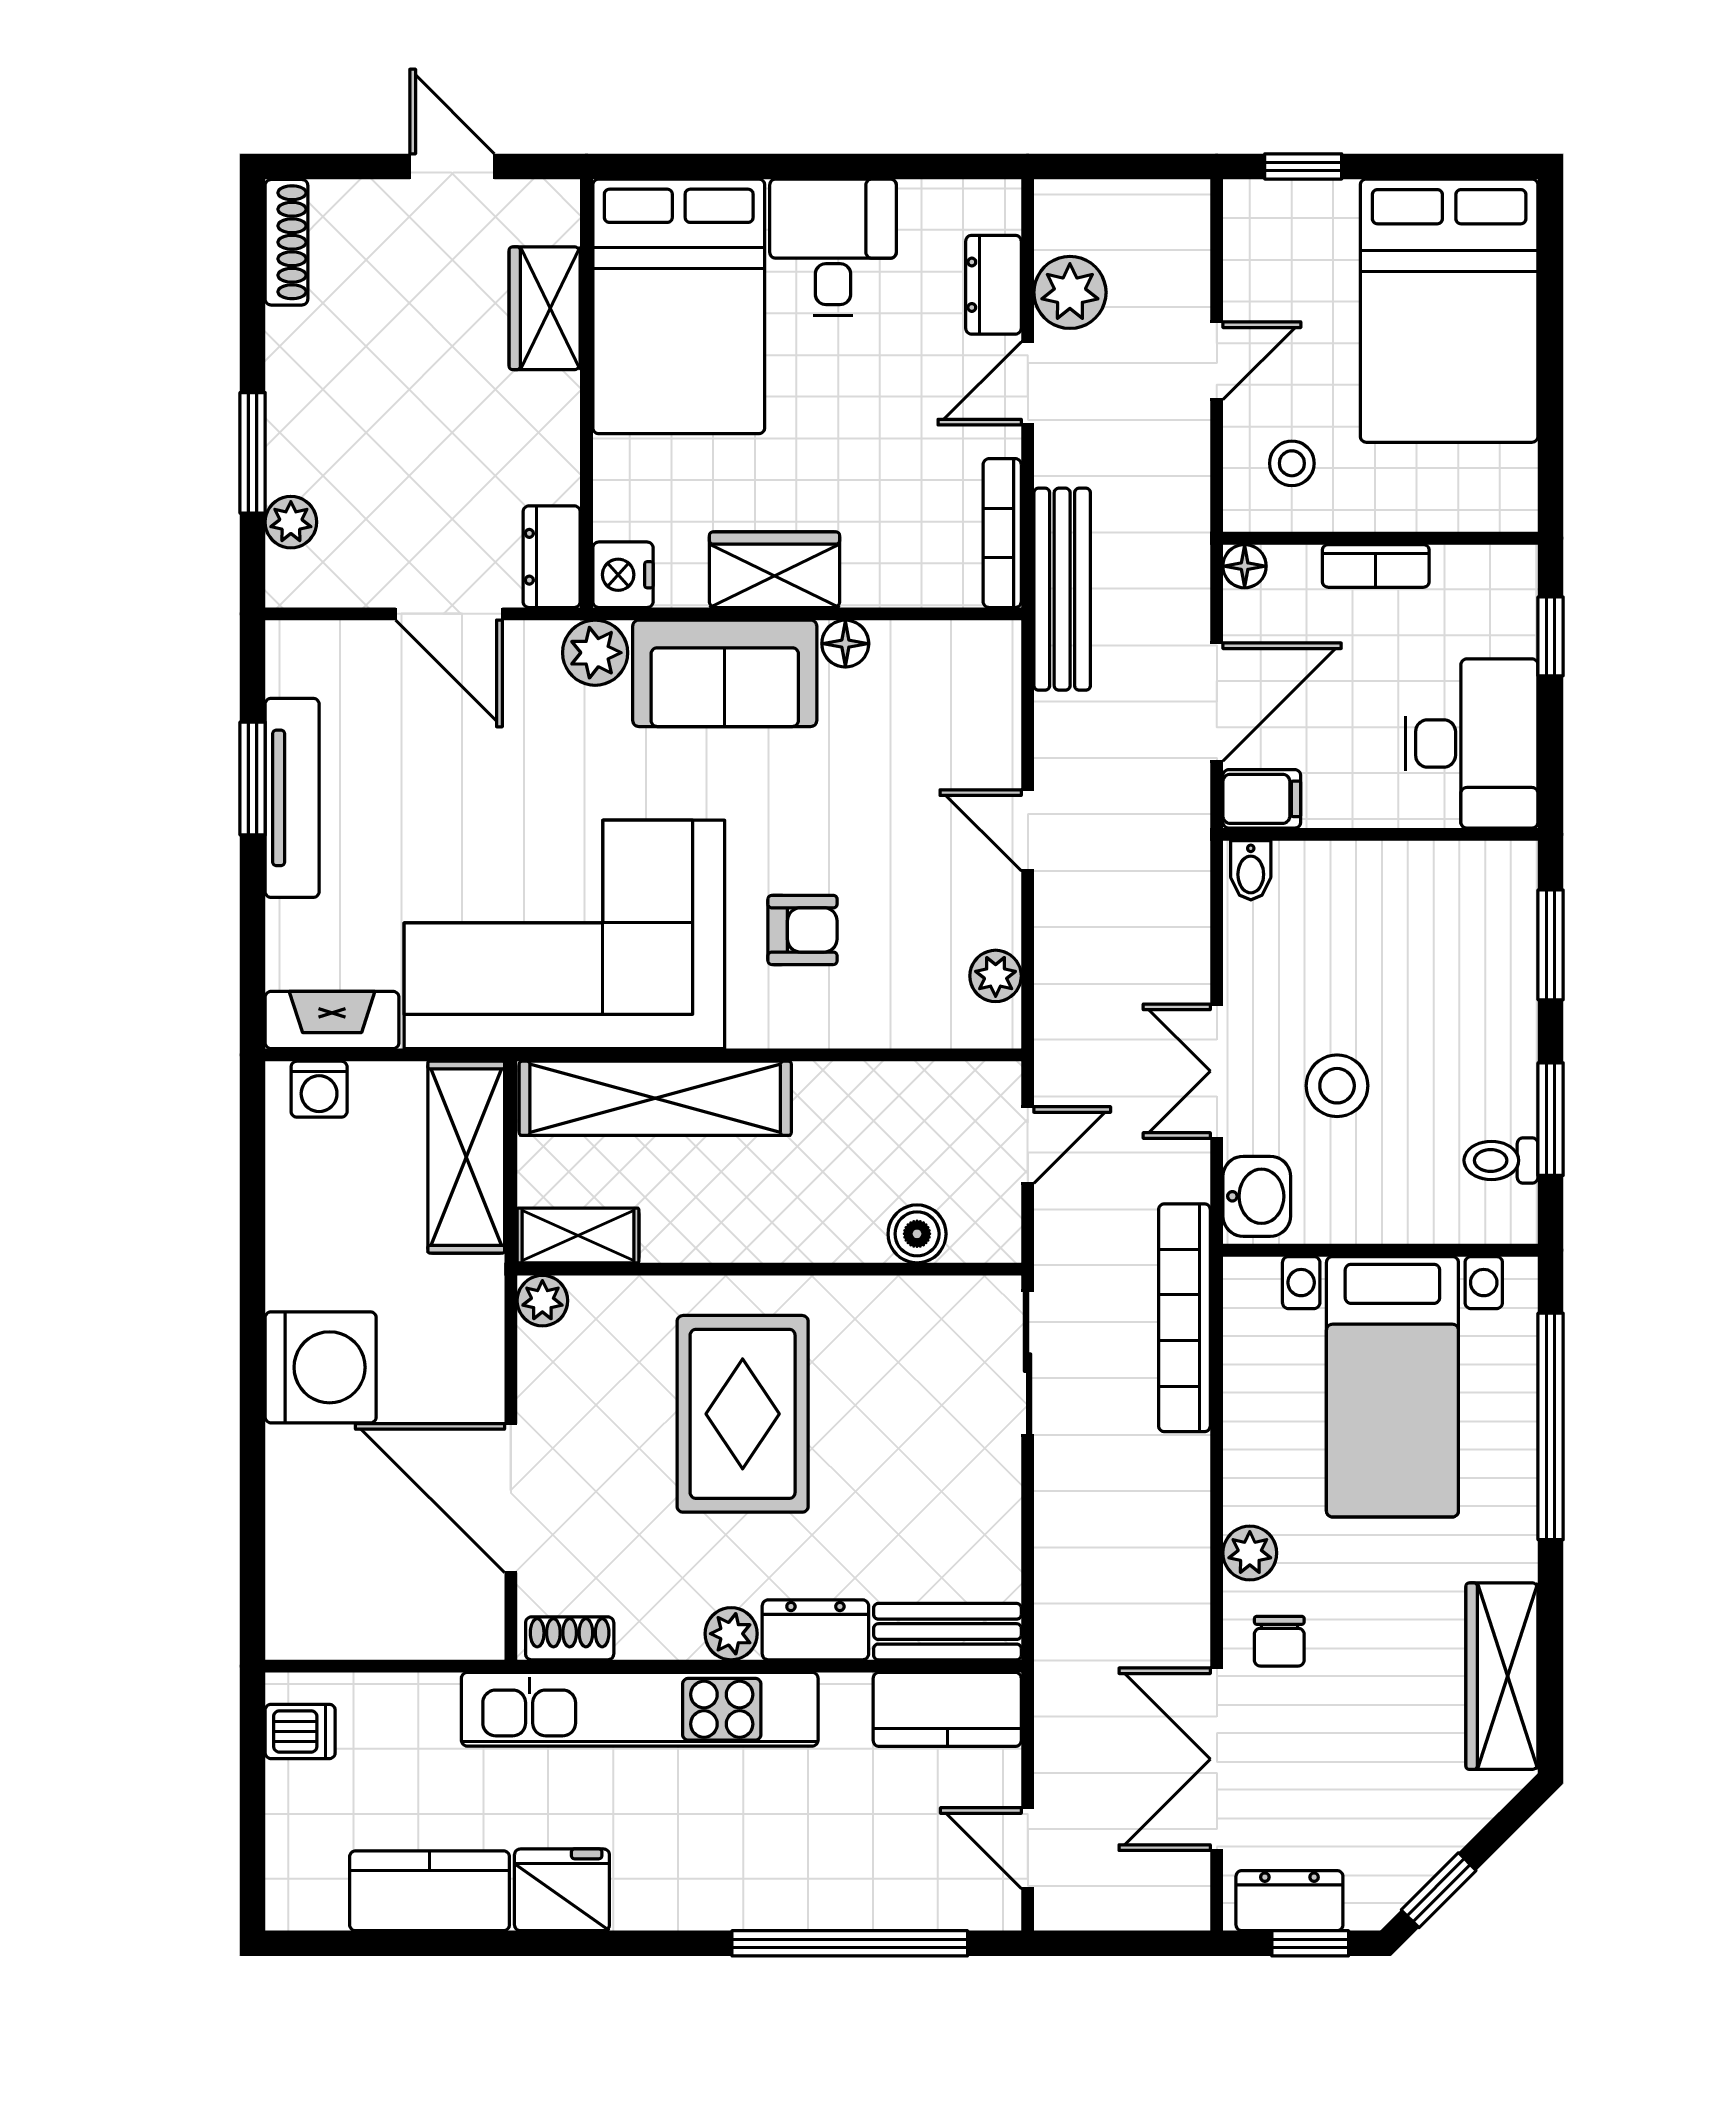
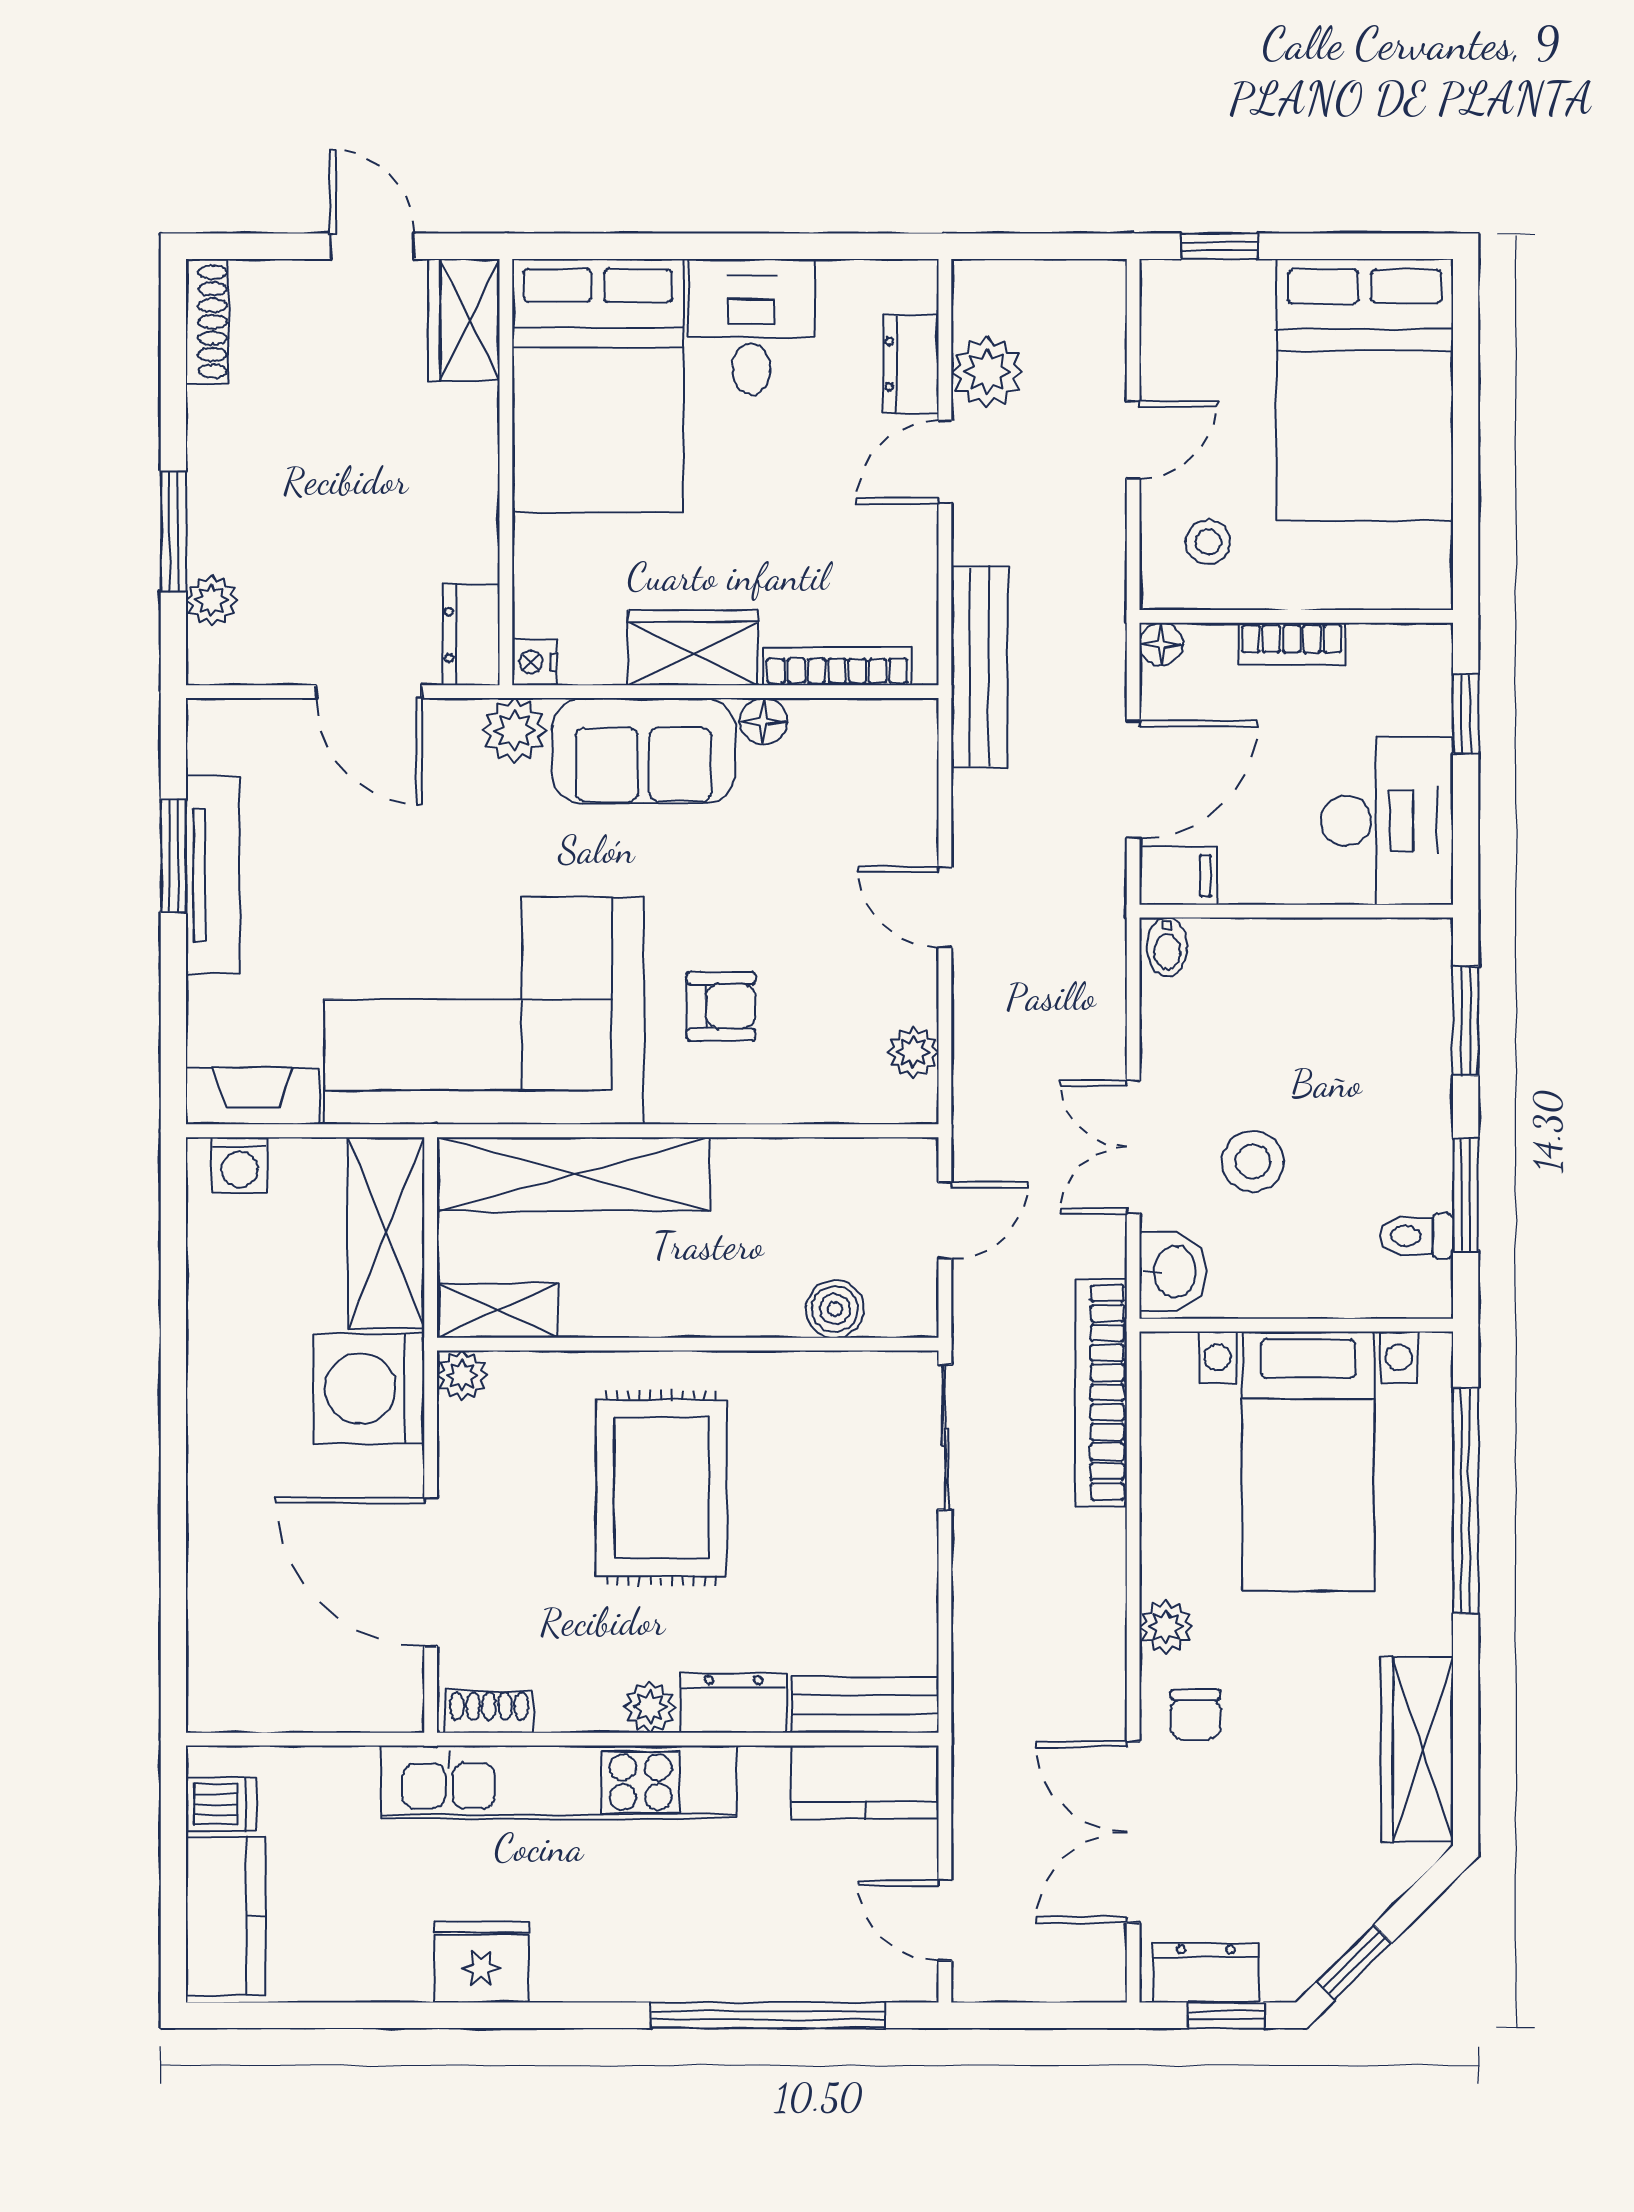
wardrobe: (545, 308) -> (464, 320), moved
bookcase: (1002, 533) -> (837, 666), moved, turned 90
nightstand: (623, 575) -> (534, 662), width x0.72, depth x0.74
washing machine: (321, 1367) -> (369, 1388), moved, turned 180
kitchen counter: (430, 1891) -> (226, 1916), moved, turned 90

